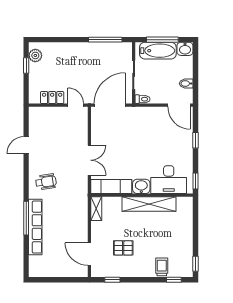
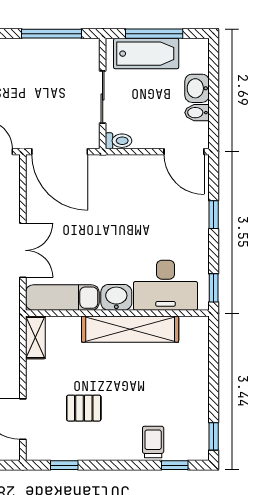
washbasin: (185, 49) -> (197, 88), moved, turned 90
door: (110, 105) -> (60, 152), swing flipped

